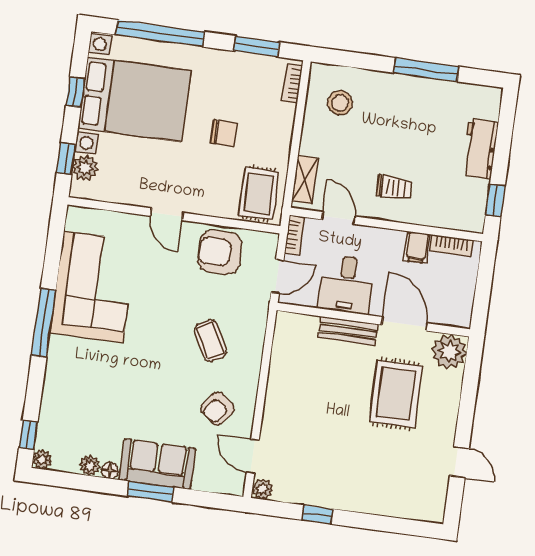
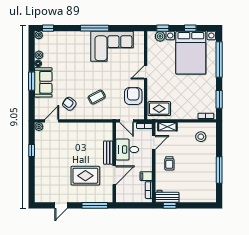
chair: (224, 133) -> (182, 91), removed
workbench: (480, 149) -> (167, 196), moved
plant: (449, 352) -> (105, 195), removed
window: (471, 381) -> (95, 205), added

